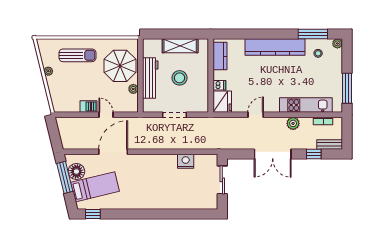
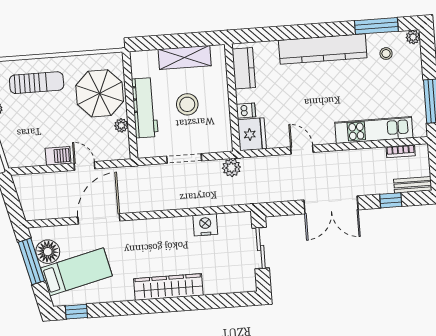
door: (256, 115) -> (302, 150), hinge flipped
plant: (293, 123) -> (231, 168), moved
wardrobe: (157, 202) -> (168, 287), added

